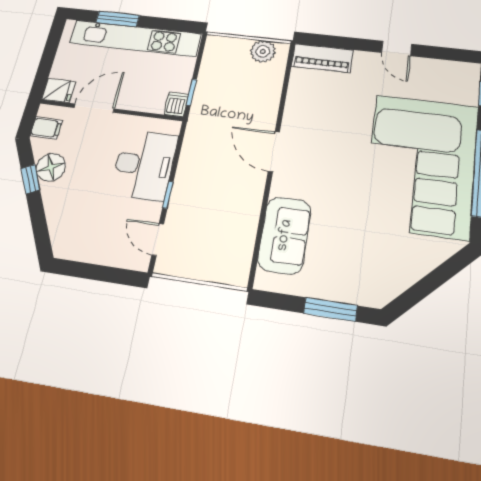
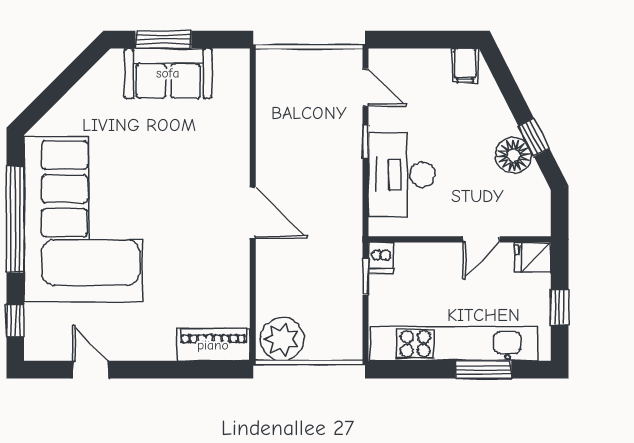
door: (397, 48) -> (91, 370), moved
plant: (263, 51) -> (282, 339), width x1.36, depth x1.36
window: (49, 54) -> (560, 307), added
door: (94, 108) -> (481, 239), width x0.73
filing cabinet: (46, 128) -> (465, 65), moved, turned -90
sofa: (285, 235) -> (168, 73), moved, turned -90

